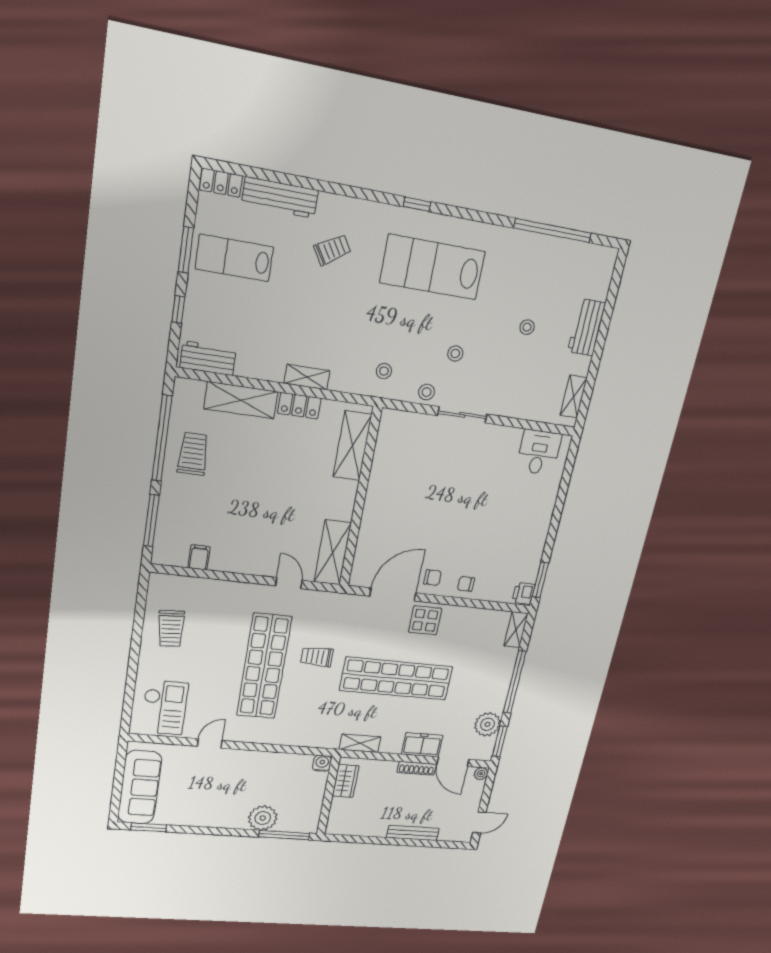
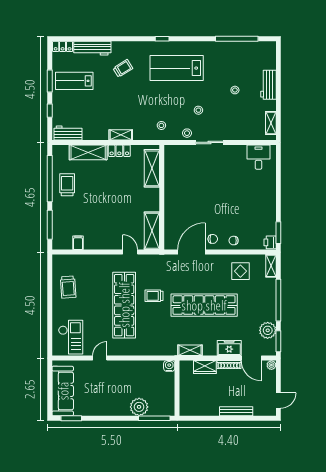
display table: (425, 620) -> (240, 271), moved
wardrobe: (346, 781) -> (205, 367), moved, turned 90

